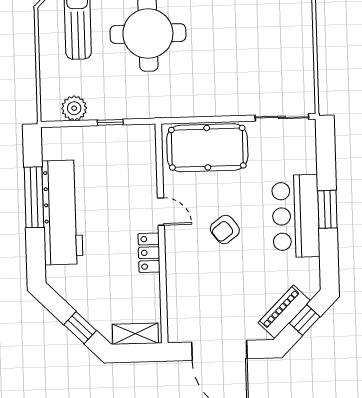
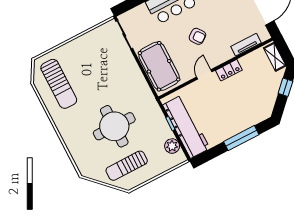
window: (34, 197) -> (241, 138), moved
workbench: (62, 212) -> (186, 127), moved, turned 90
tv unit: (176, 298) -> (246, 45), added

